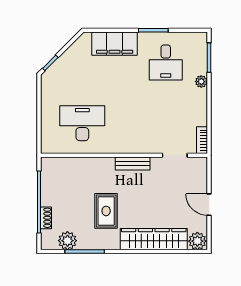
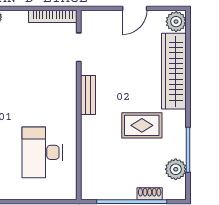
bookcase: (202, 140) -> (53, 16), width x1.56

